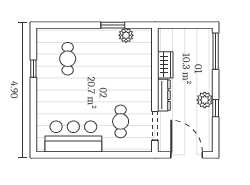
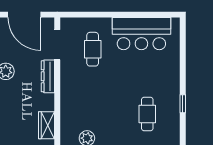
wardrobe: (165, 65) -> (46, 125), moved

